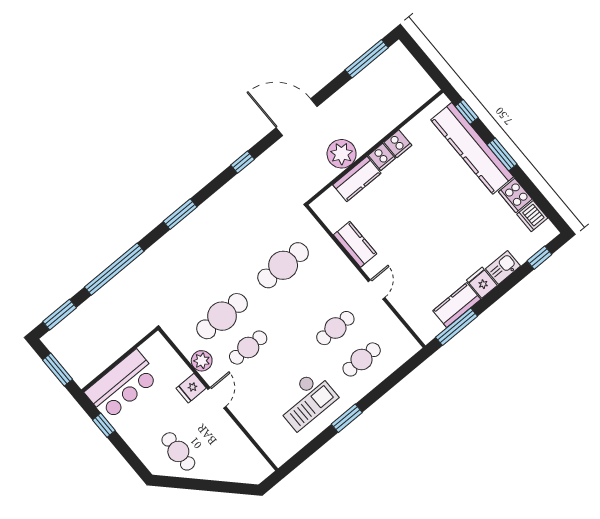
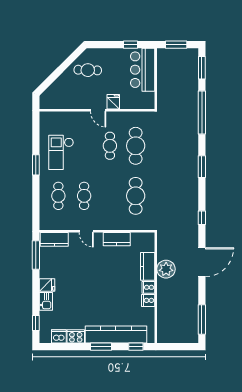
kitchen counter: (457, 305) -> (54, 239), moved, turned 90
plant: (202, 361) -> (122, 118), removed

